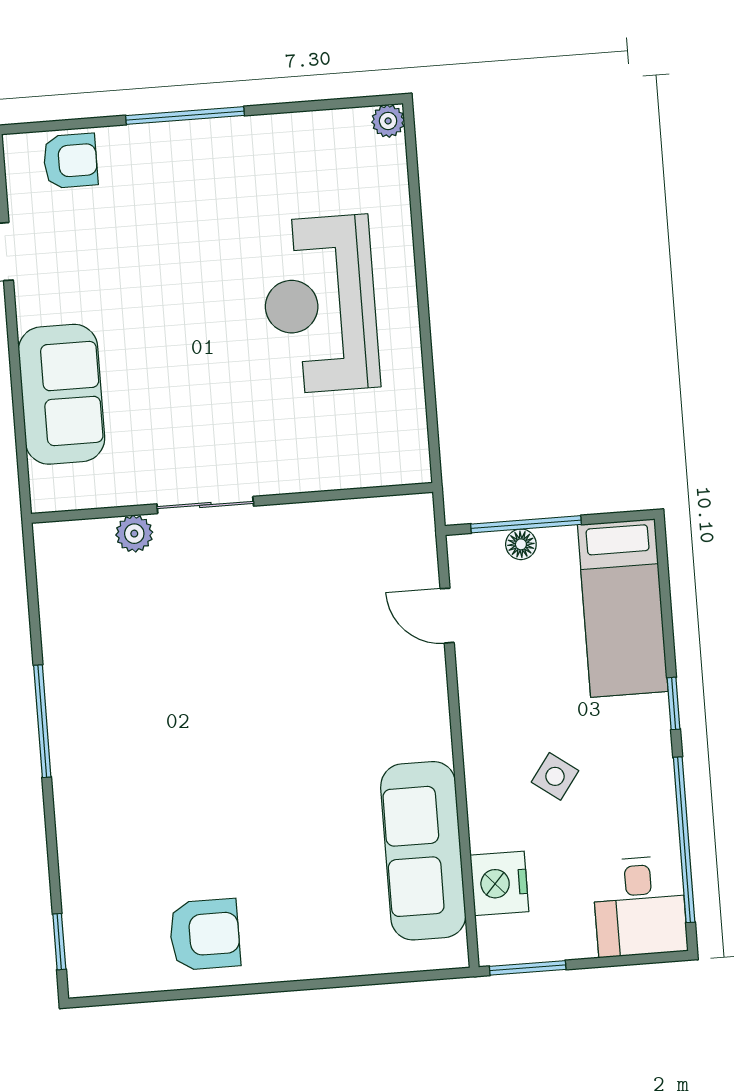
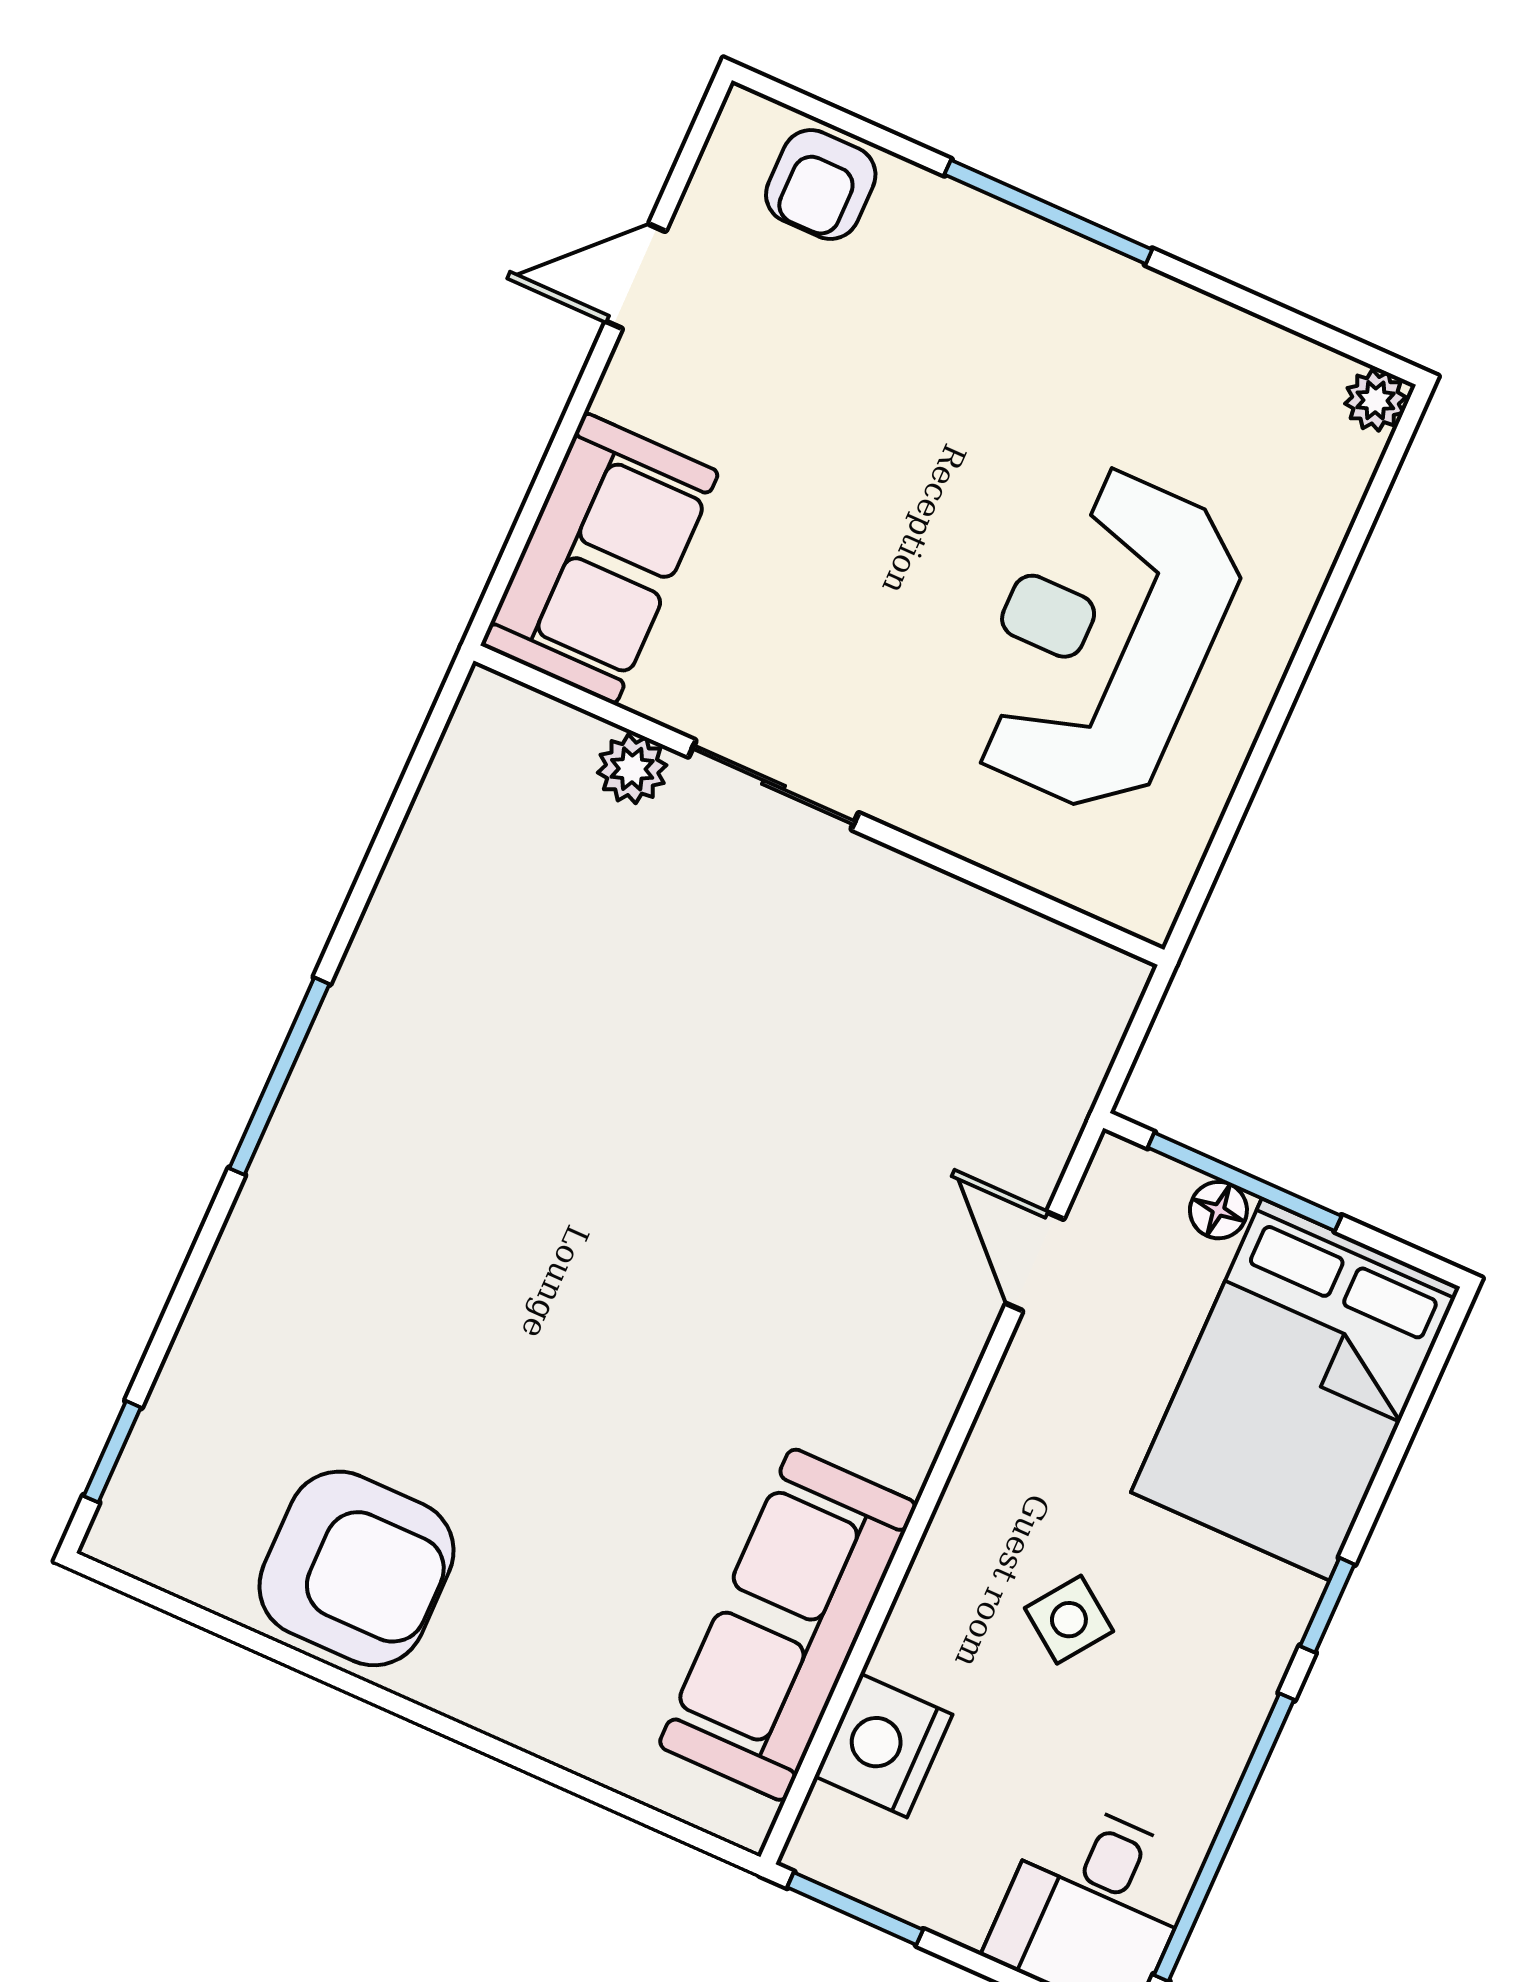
armchair: (70, 161) -> (821, 185), turned 90
wall: (232, 503) -> (819, 805), moved
sliding door: (205, 505) -> (773, 785), moved
plant: (134, 534) -> (632, 769), moved
bed: (623, 608) -> (1296, 1389), width x1.50
armchair: (205, 934) -> (356, 1568), width x1.36, depth x1.36

